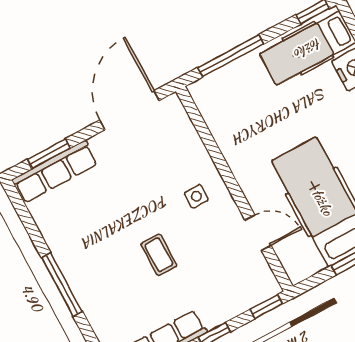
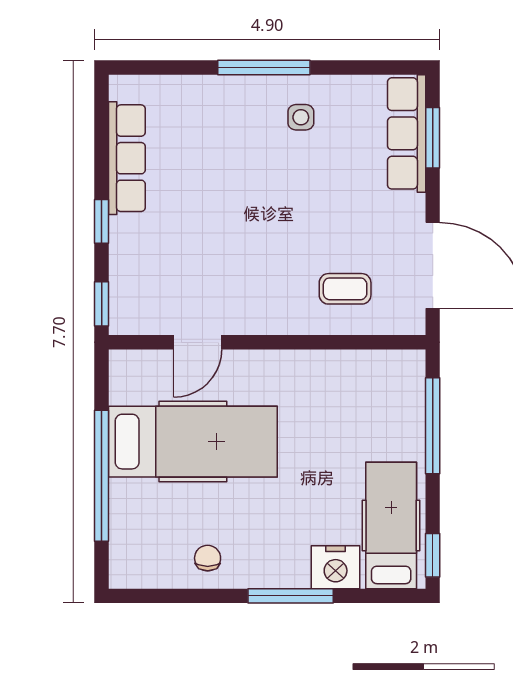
side table: (196, 196) -> (301, 117), moved
coffee table: (159, 255) -> (345, 289), moved

